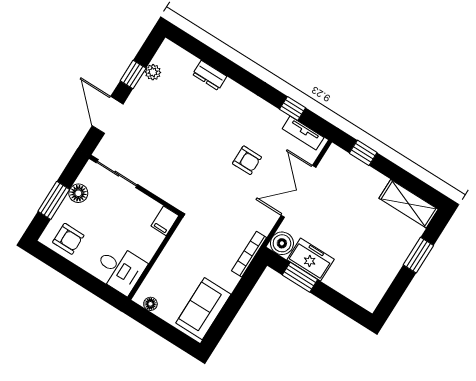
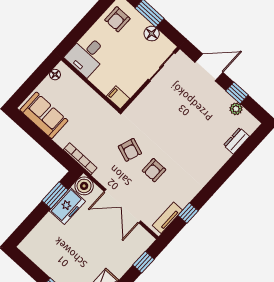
dresser: (210, 75) -> (236, 141), moved
double door: (298, 191) -> (122, 206), swing flipped
armchair: (227, 195) -> (130, 150), added

